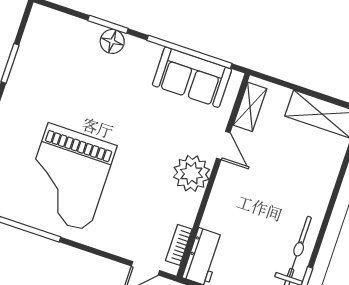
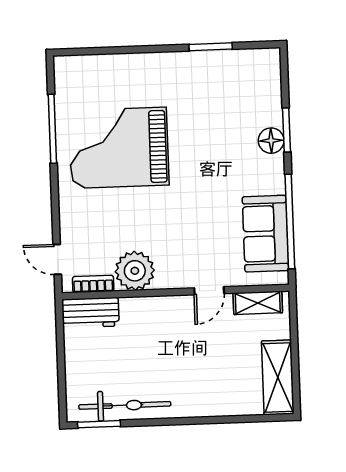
plant: (192, 173) -> (135, 271), moved

